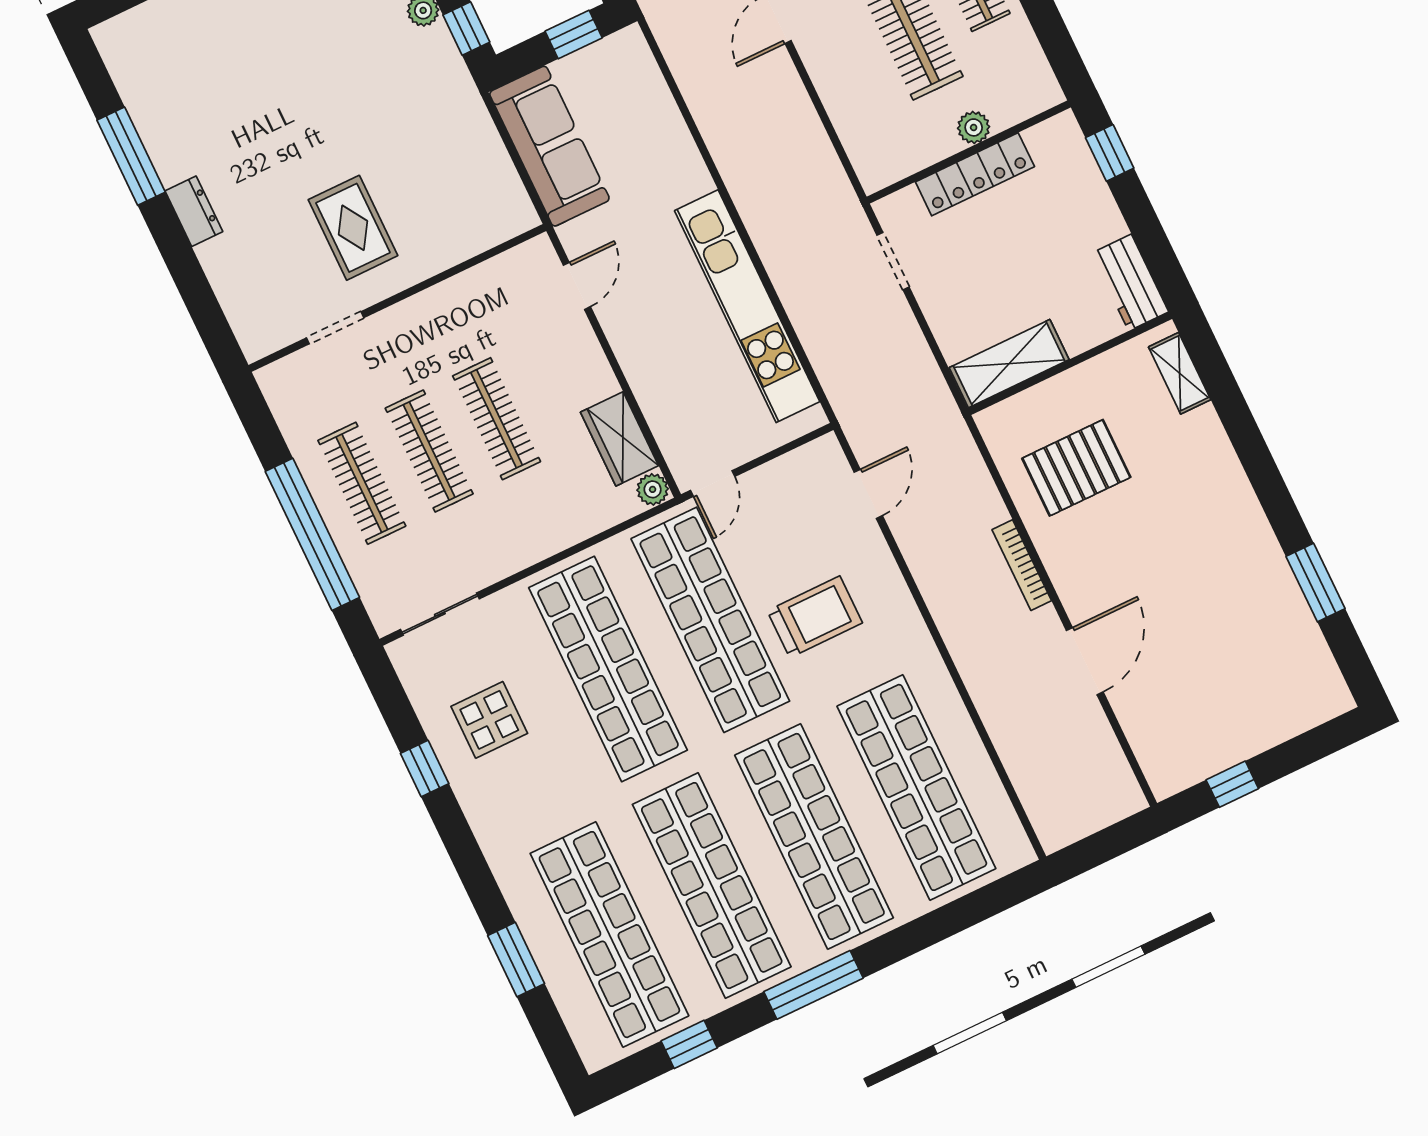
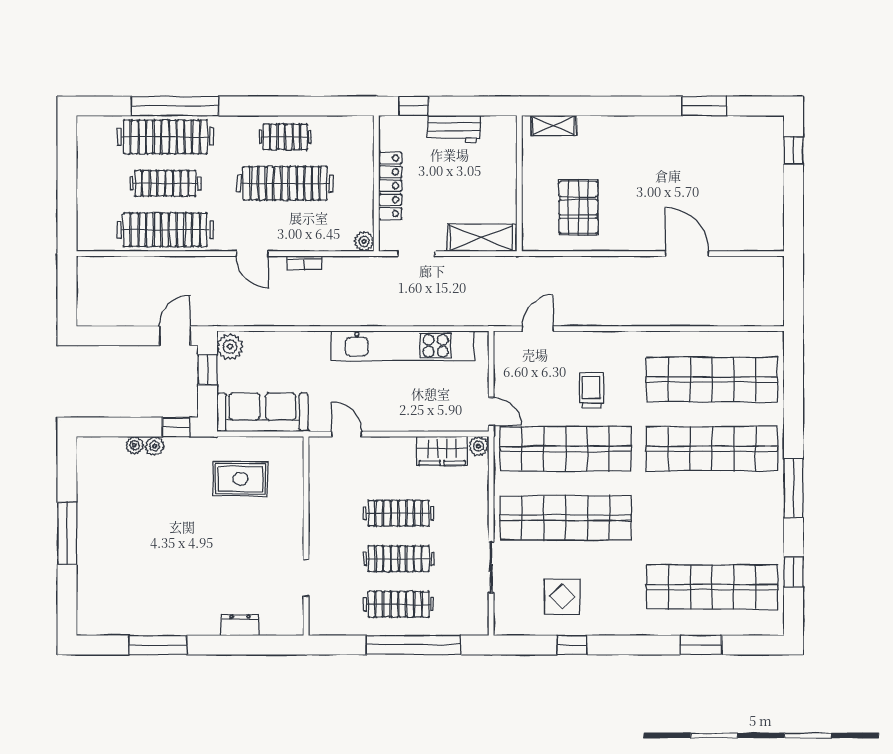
plant: (623, 51) -> (230, 347), added
plant: (974, 127) -> (364, 241), moved
dresser: (194, 211) -> (240, 625), moved
rug: (353, 228) -> (240, 479), moved
workbench: (1130, 282) -> (454, 129), moved
shelving: (1009, 364) -> (481, 238), moved, turned 90
door: (868, 494) -> (538, 329), hinge flipped
bookcase: (1022, 565) -> (305, 263), moved, width x0.64
sliding door: (440, 614) -> (491, 567), moved
trolley: (815, 617) -> (591, 390), width x0.73, depth x0.72
window: (1232, 784) -> (793, 150), moved
shop shelf: (712, 886) -> (712, 518), removed

